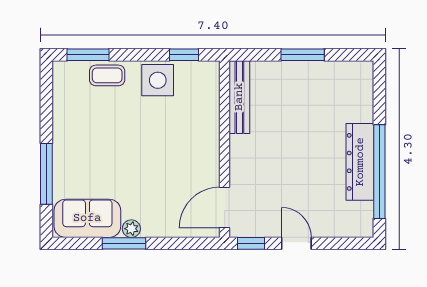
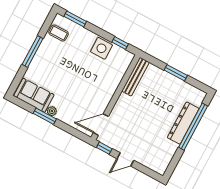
coffee table: (107, 75) -> (59, 33), moved
dresser: (360, 162) -> (183, 123), moved
window: (379, 172) -> (193, 127), moved
window: (46, 174) -> (33, 52), moved
door: (296, 243) -> (125, 159), swing flipped

